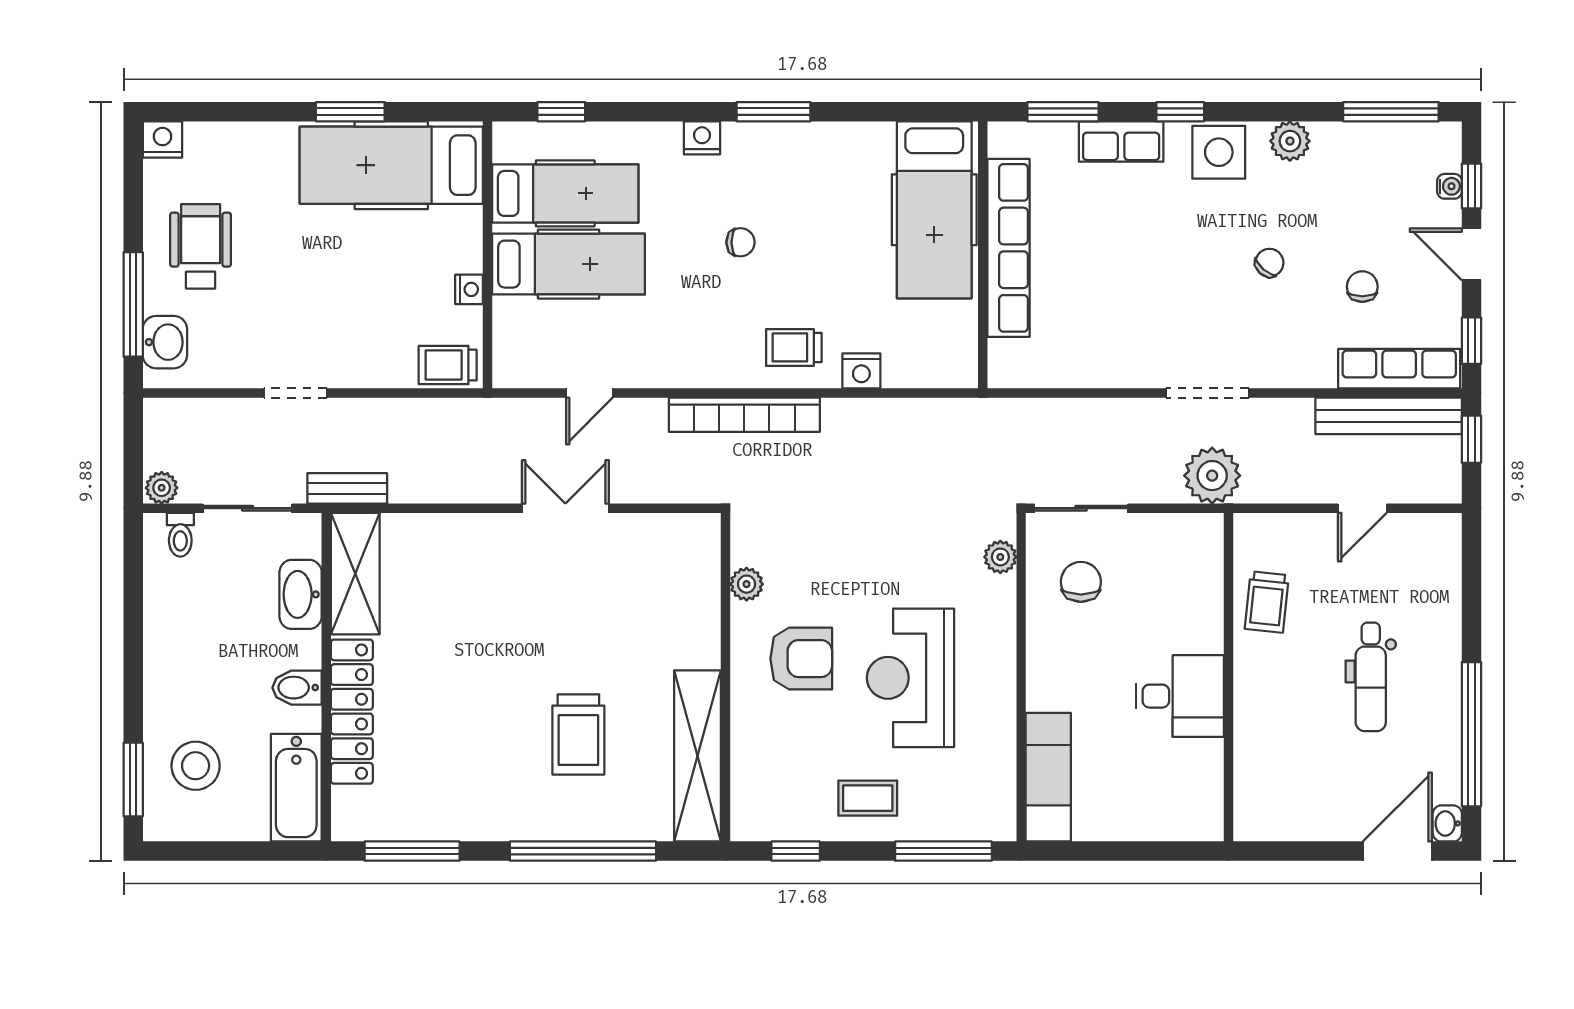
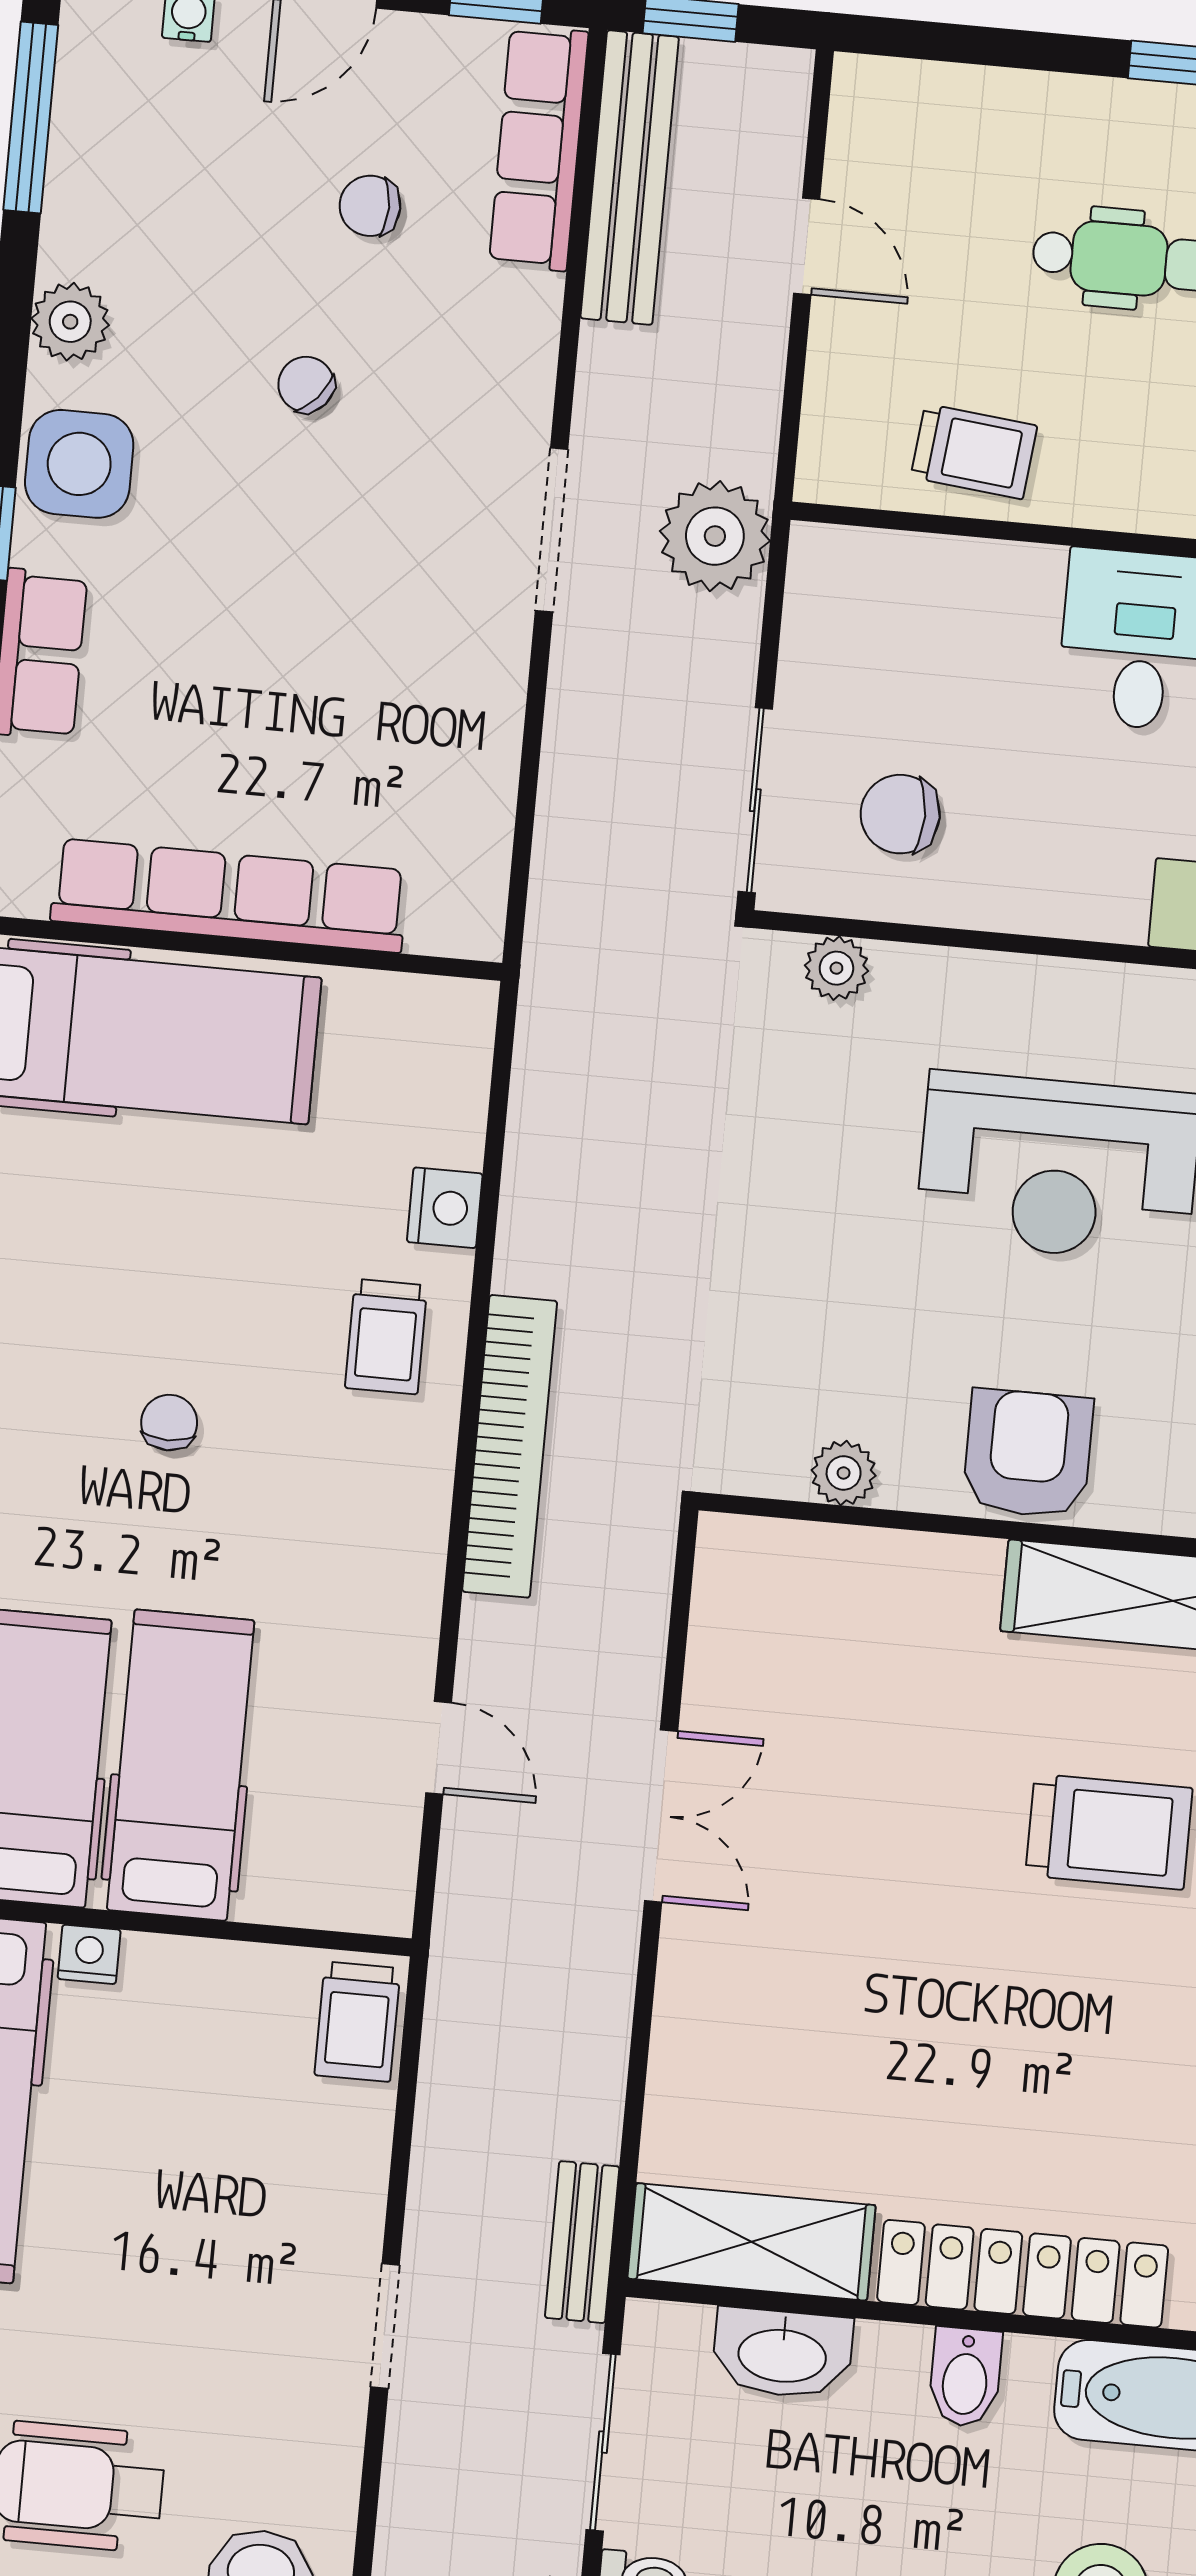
nightstand: (469, 289) -> (89, 1954), moved
double door: (565, 508) -> (661, 1816), swing flipped
armchair: (801, 659) -> (1028, 1454), moved

